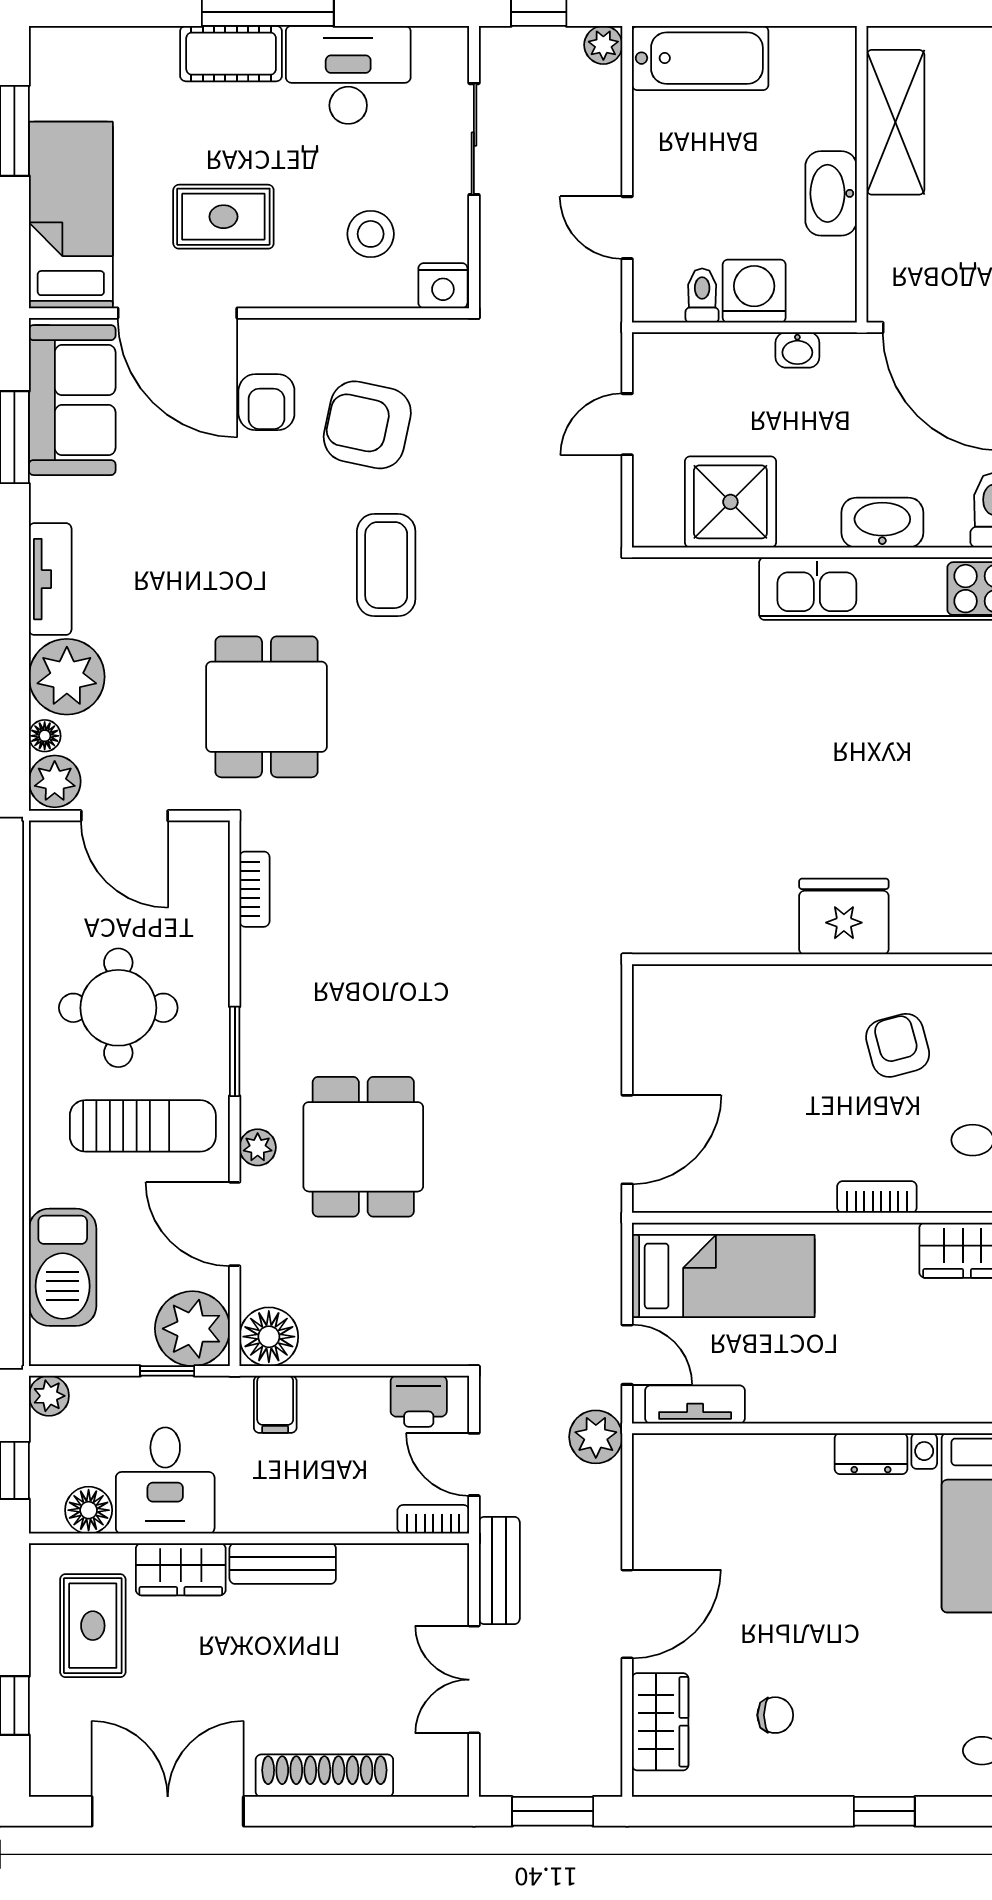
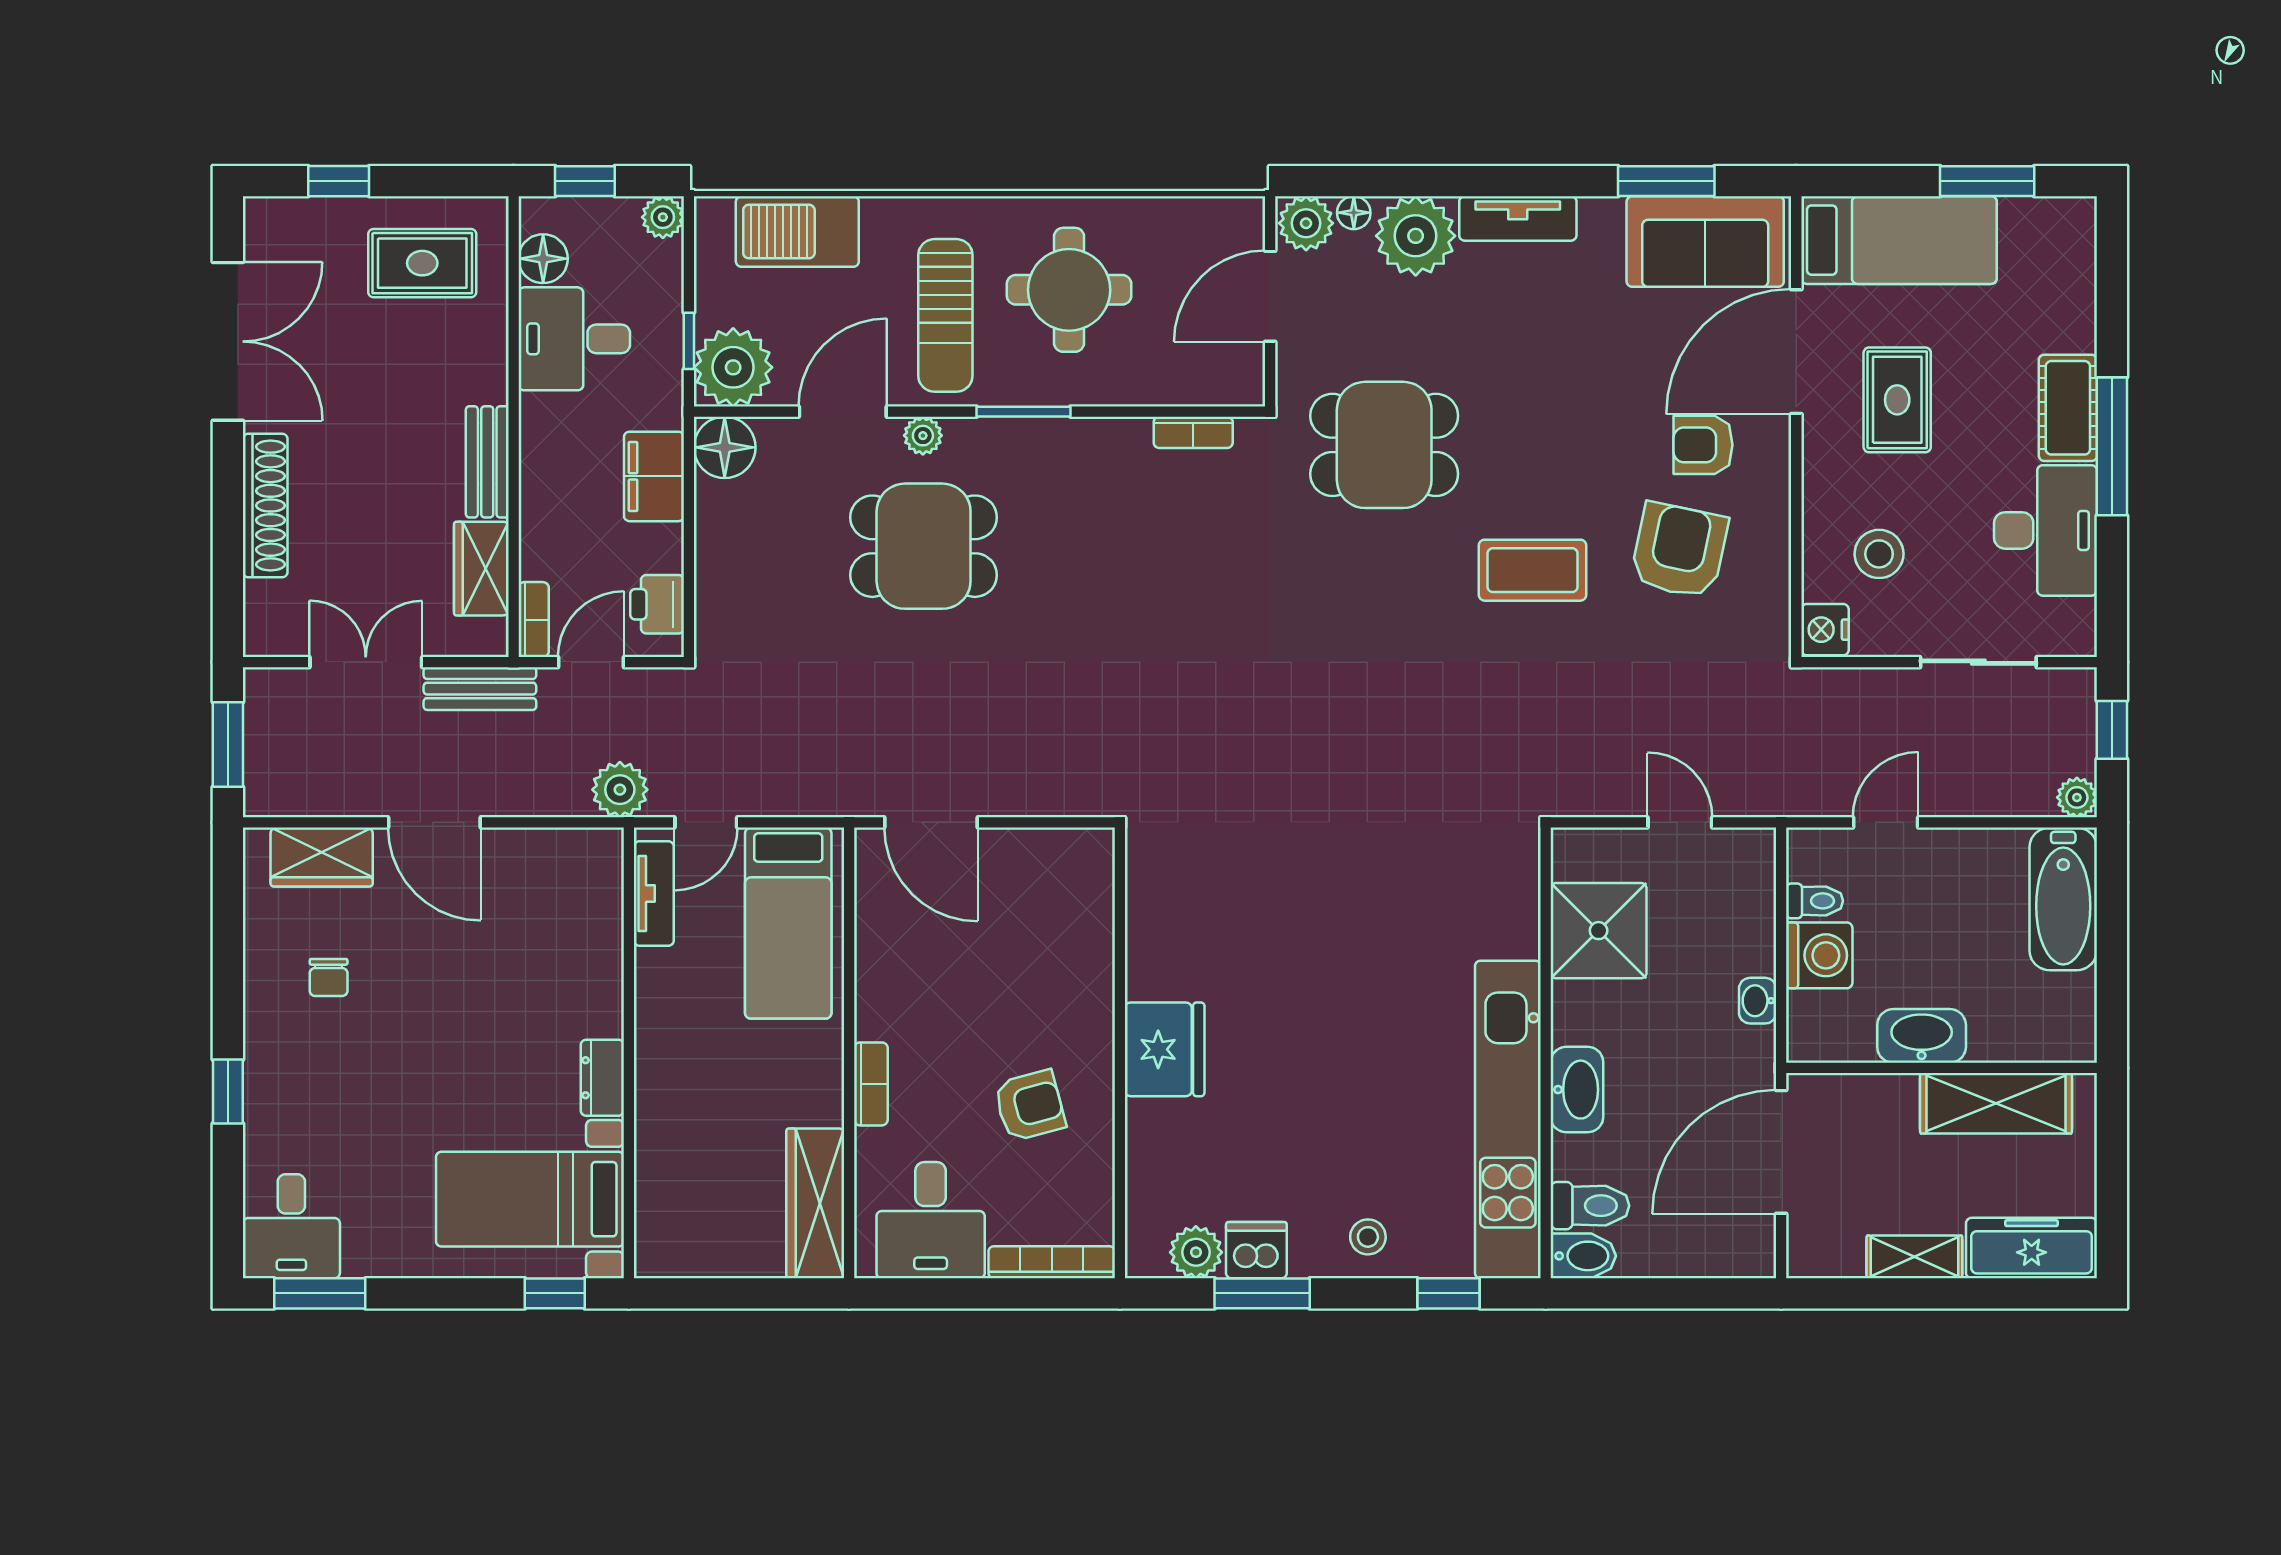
filing cabinet: (275, 1404) -> (654, 476), width x2.00
wardrobe: (181, 1569) -> (481, 569), moved

